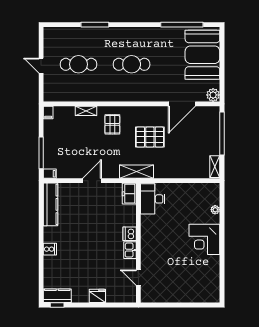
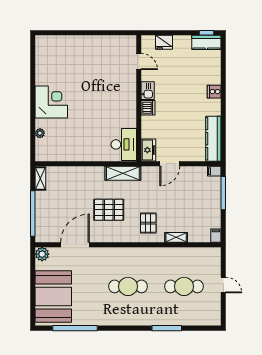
freezer: (129, 194) -> (148, 150), moved
desk: (153, 199) -> (124, 144), moved
dishwasher: (130, 234) -> (148, 108), moved
wall: (138, 243) -> (139, 98), moved
kitchen sink: (130, 250) -> (148, 91), moved
door: (138, 278) -> (139, 62), moved

